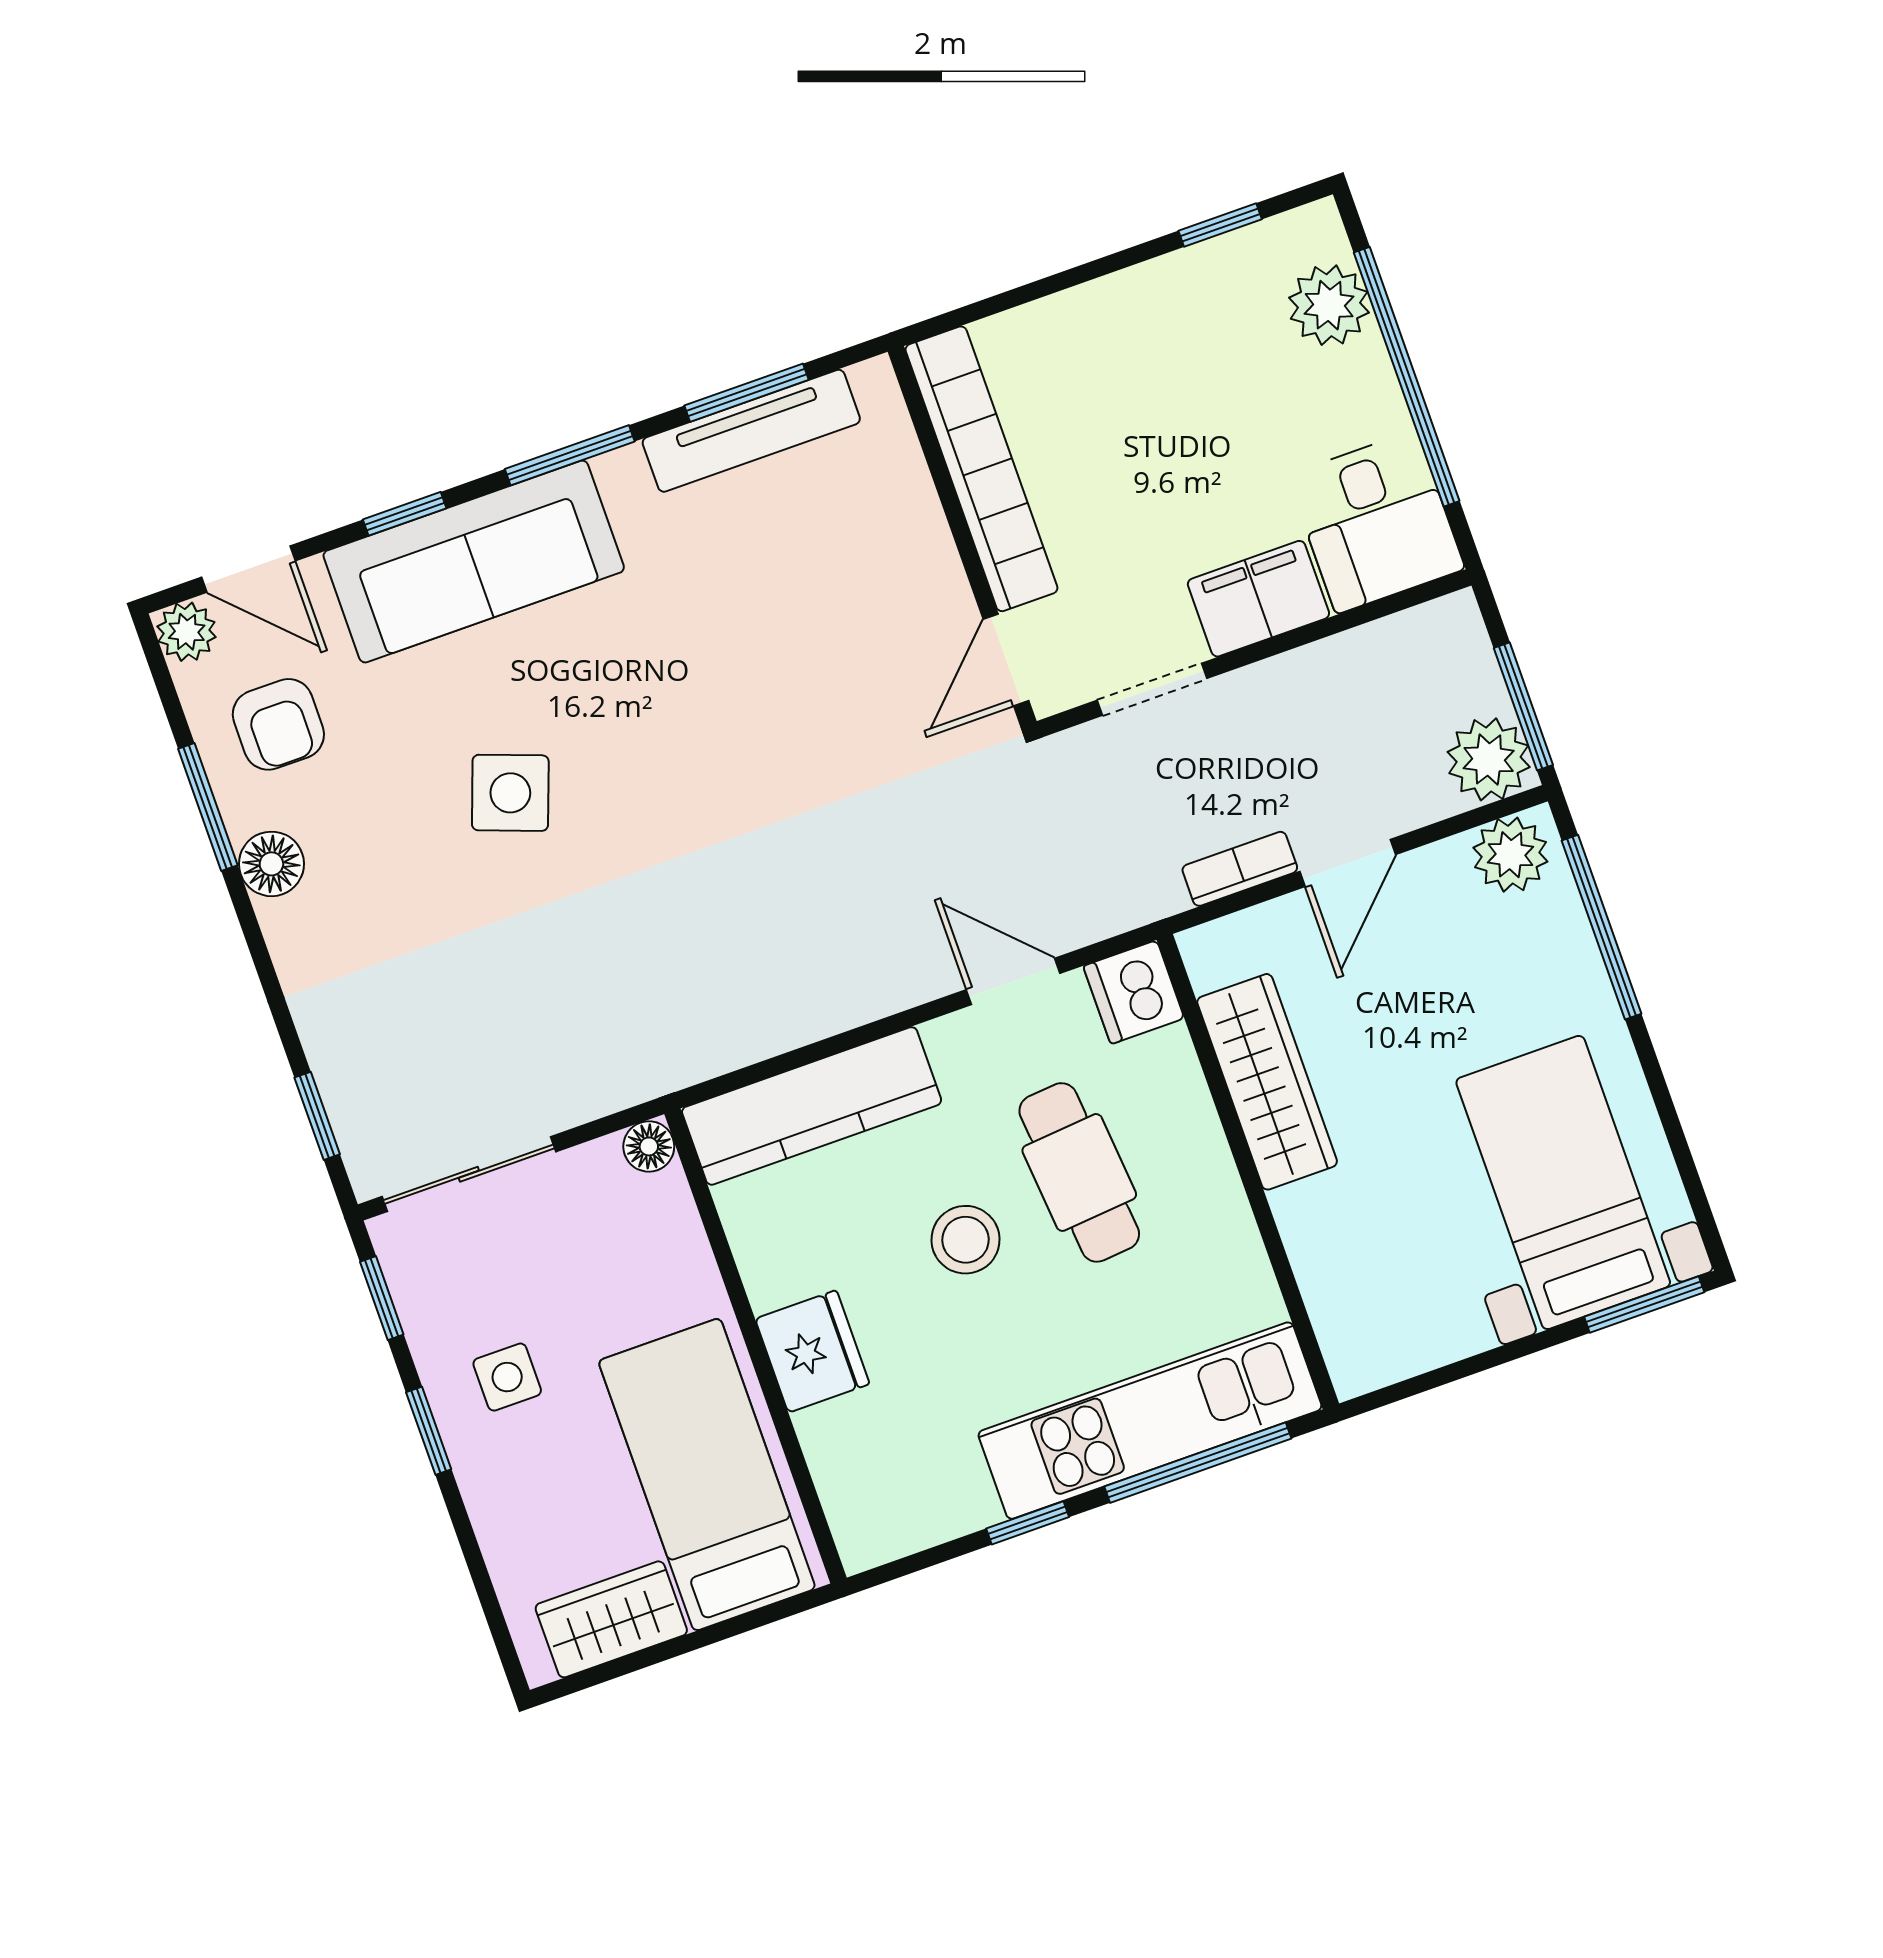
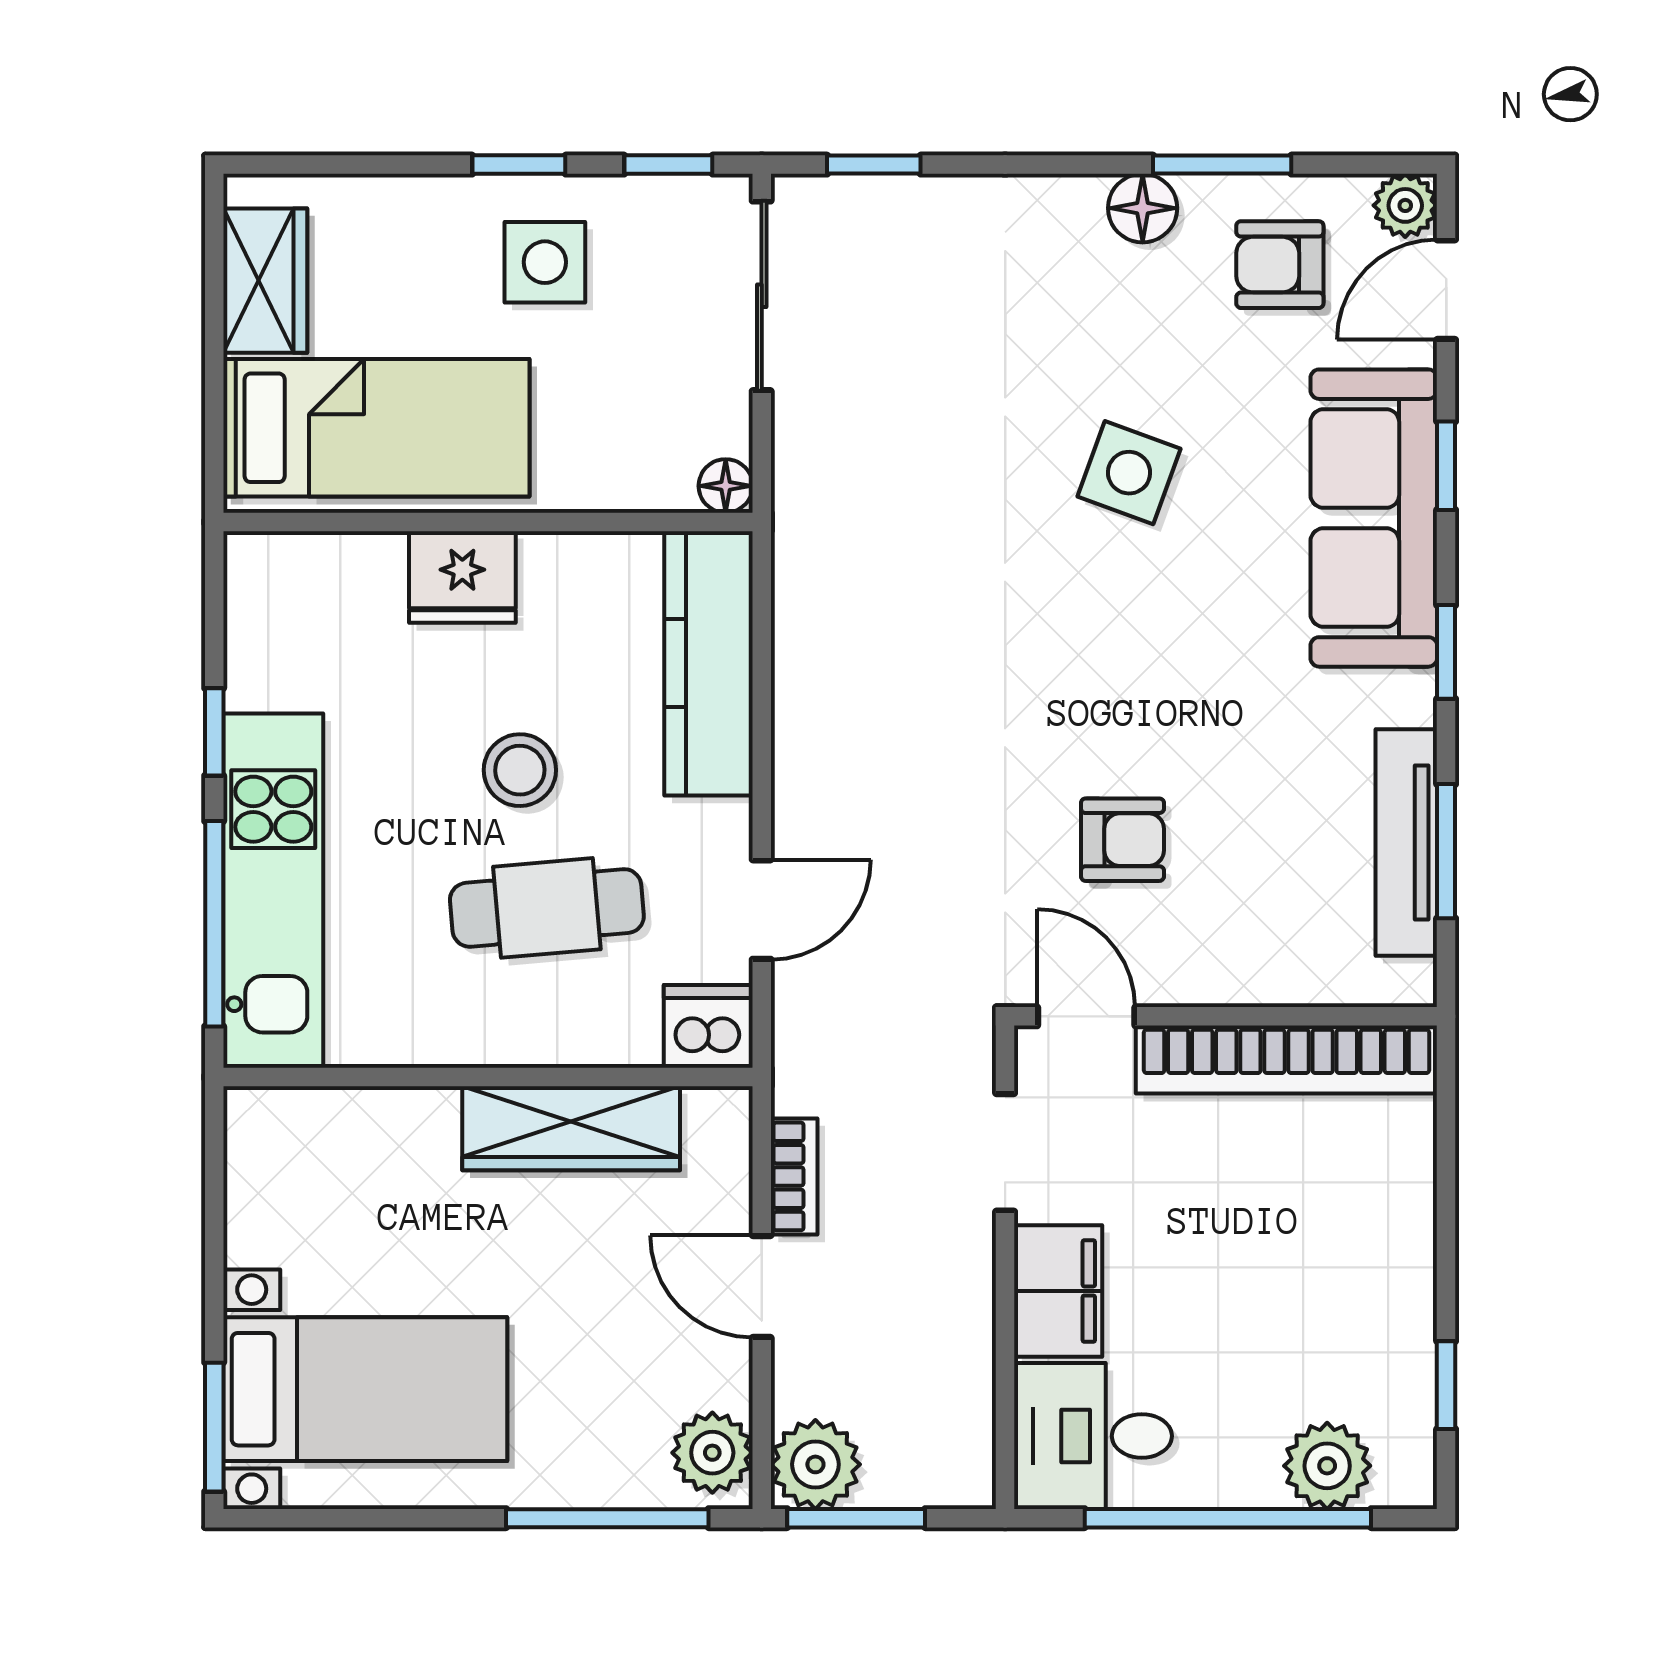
window: (570, 455) -> (1446, 652), width x0.67
armchair: (838, 683) -> (1122, 840), added
side table: (507, 1377) -> (545, 262), width x1.37, depth x1.37

